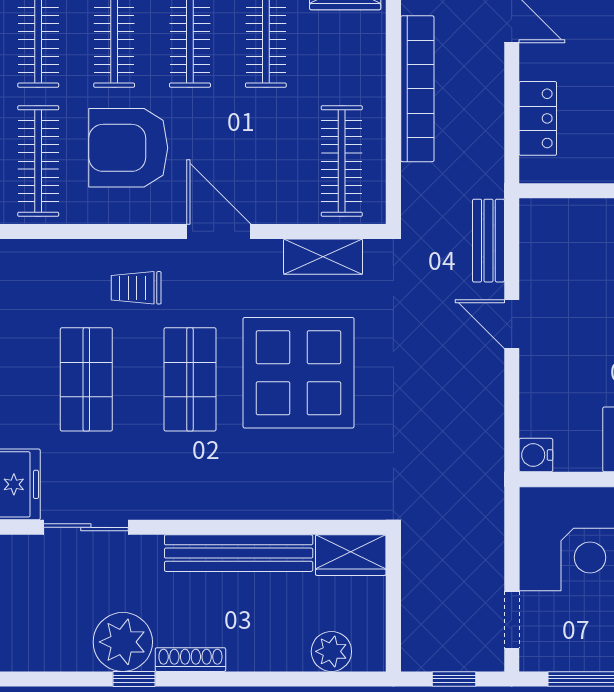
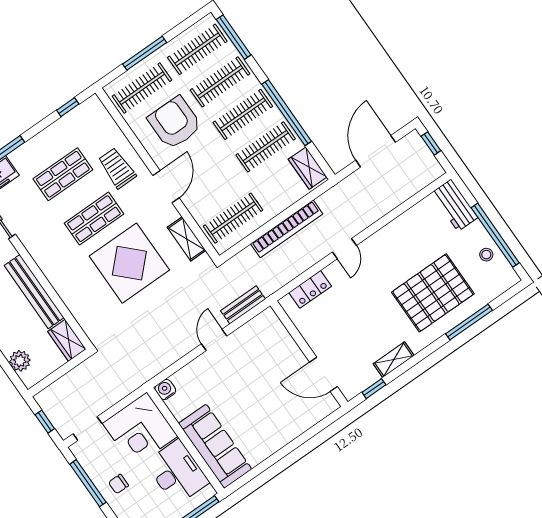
trolley: (136, 288) -> (117, 168), width x1.36, depth x1.39

